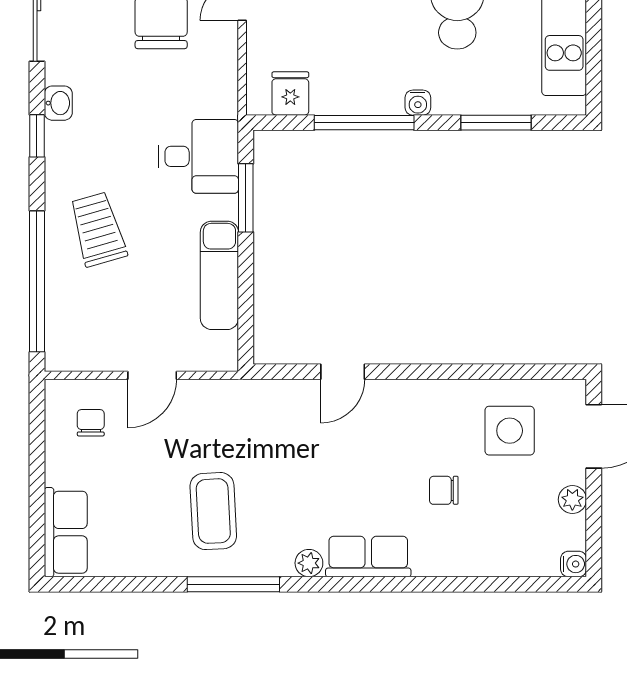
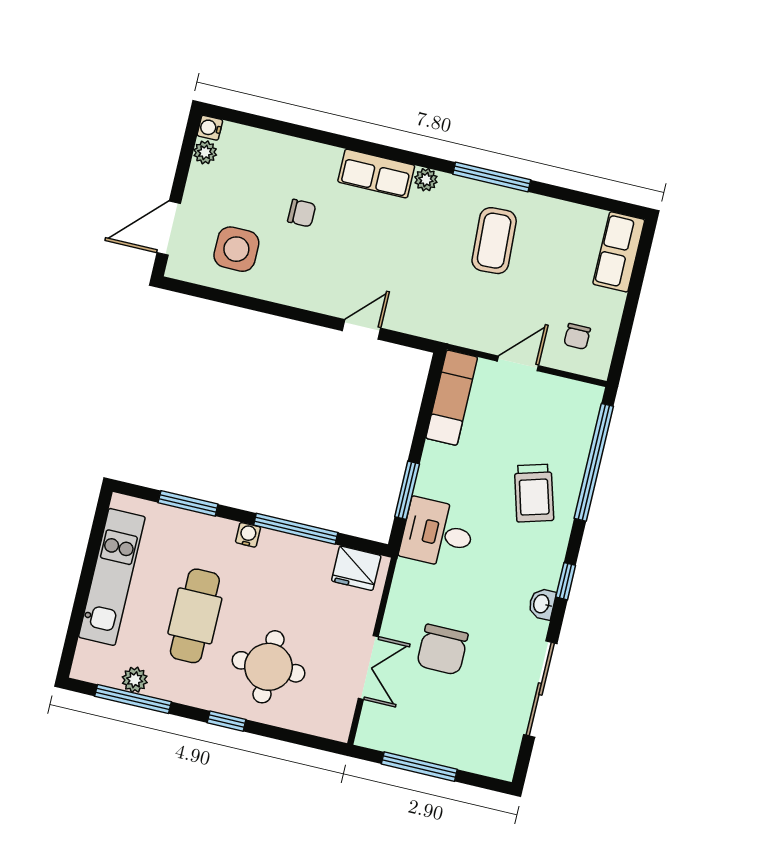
fridge: (290, 93) -> (356, 568), width x1.38
exam couch: (219, 275) -> (452, 398), moved
plant: (572, 500) -> (205, 152), moved

